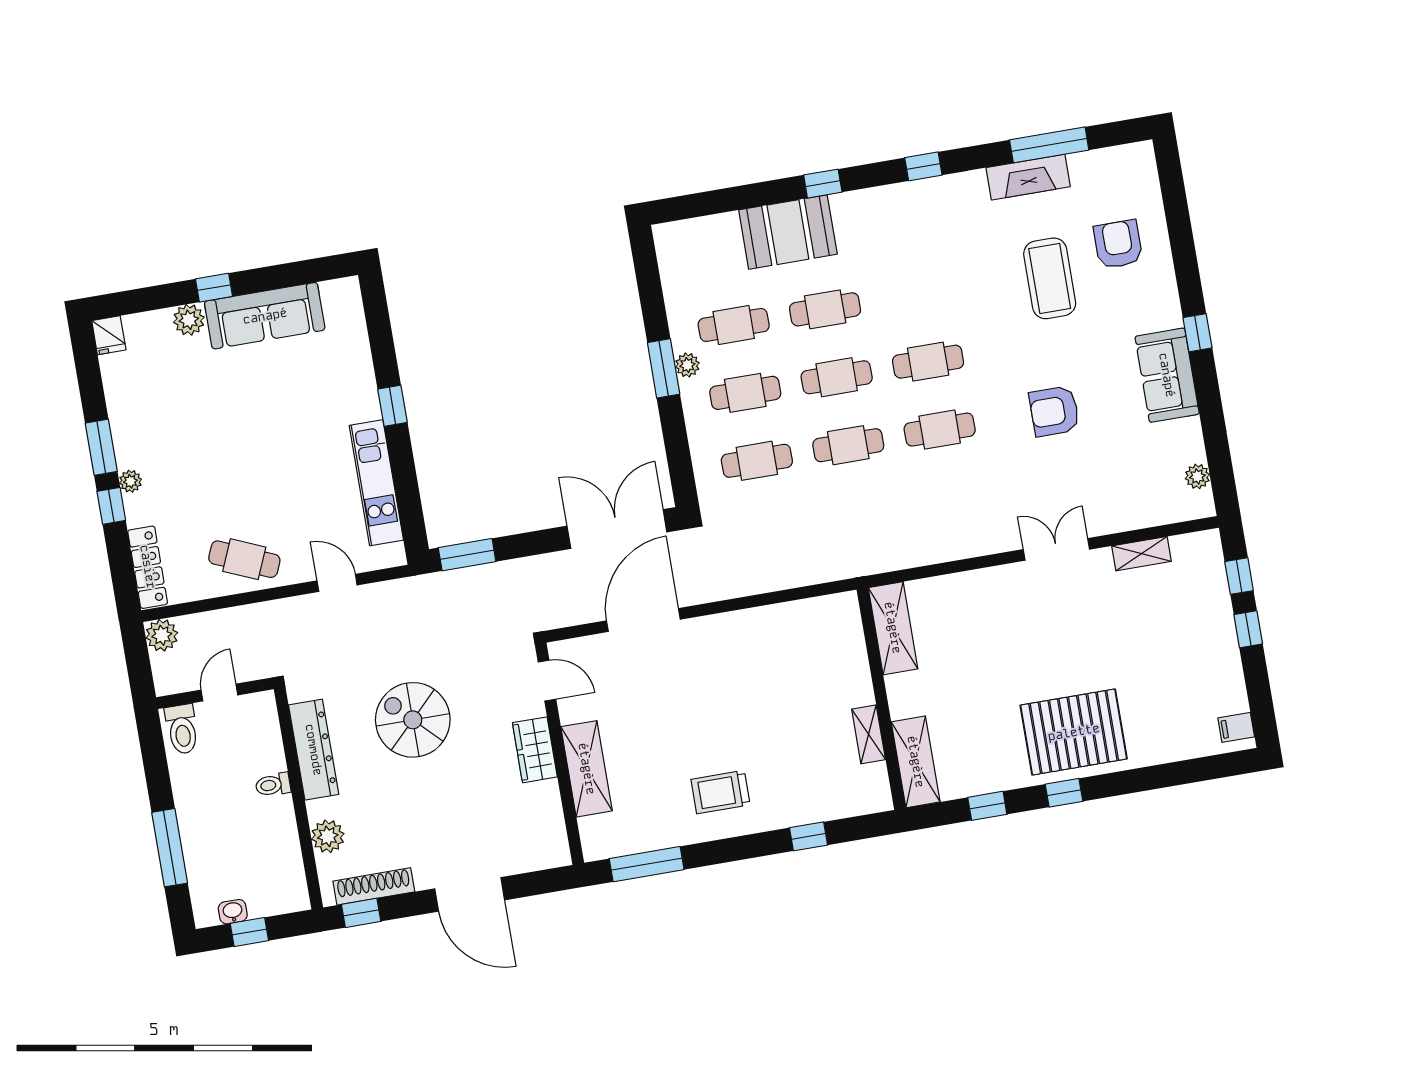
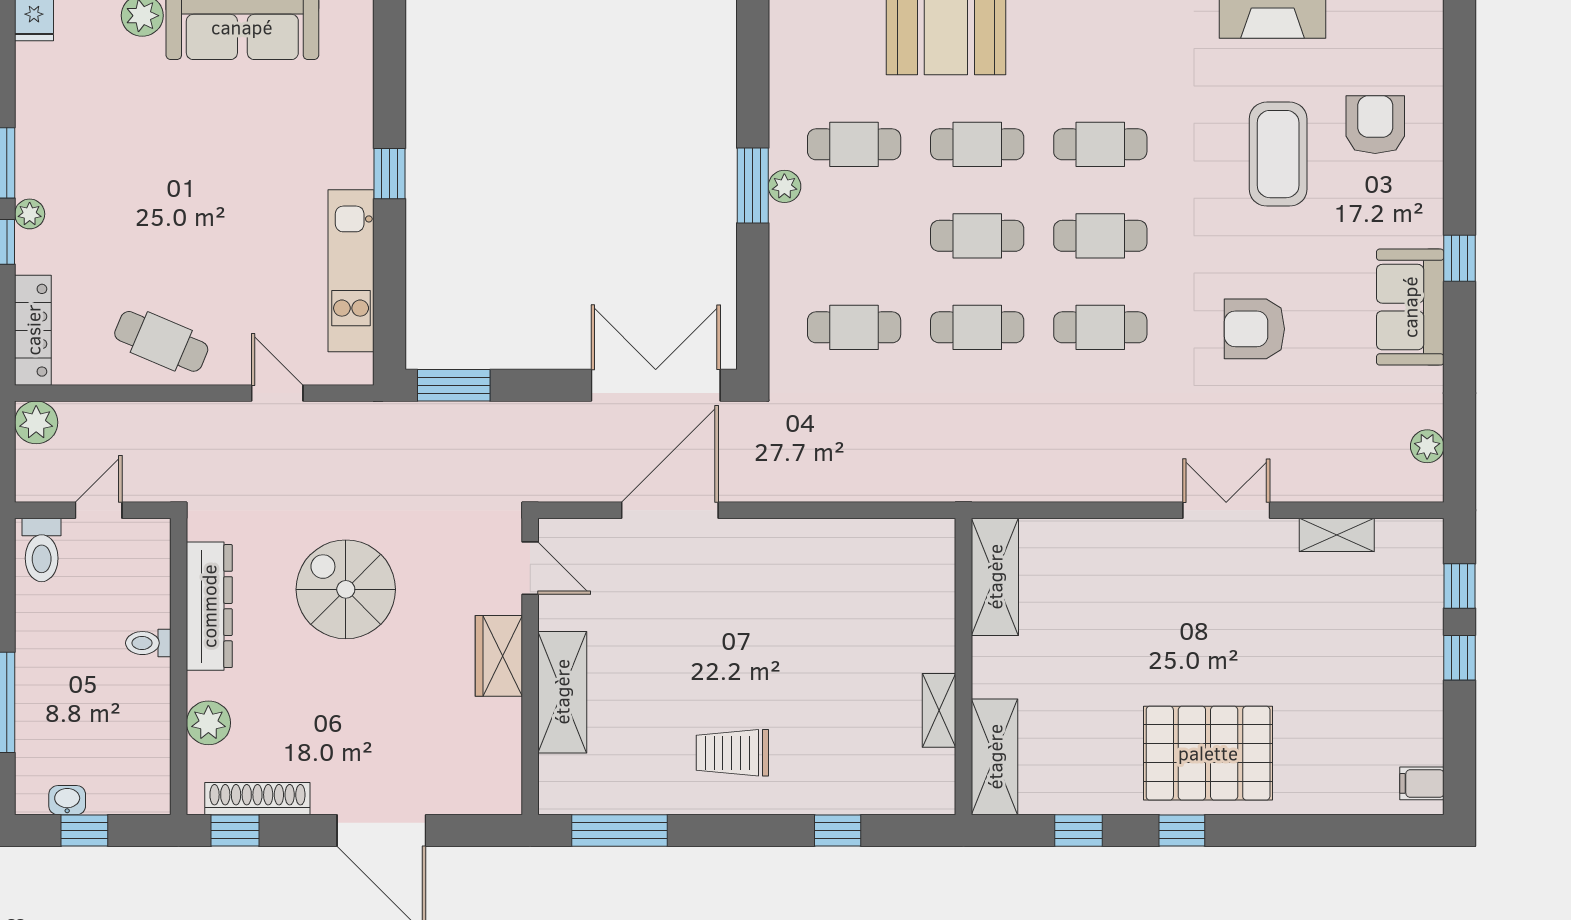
cafe table: (745, 393) -> (1100, 144), moved

